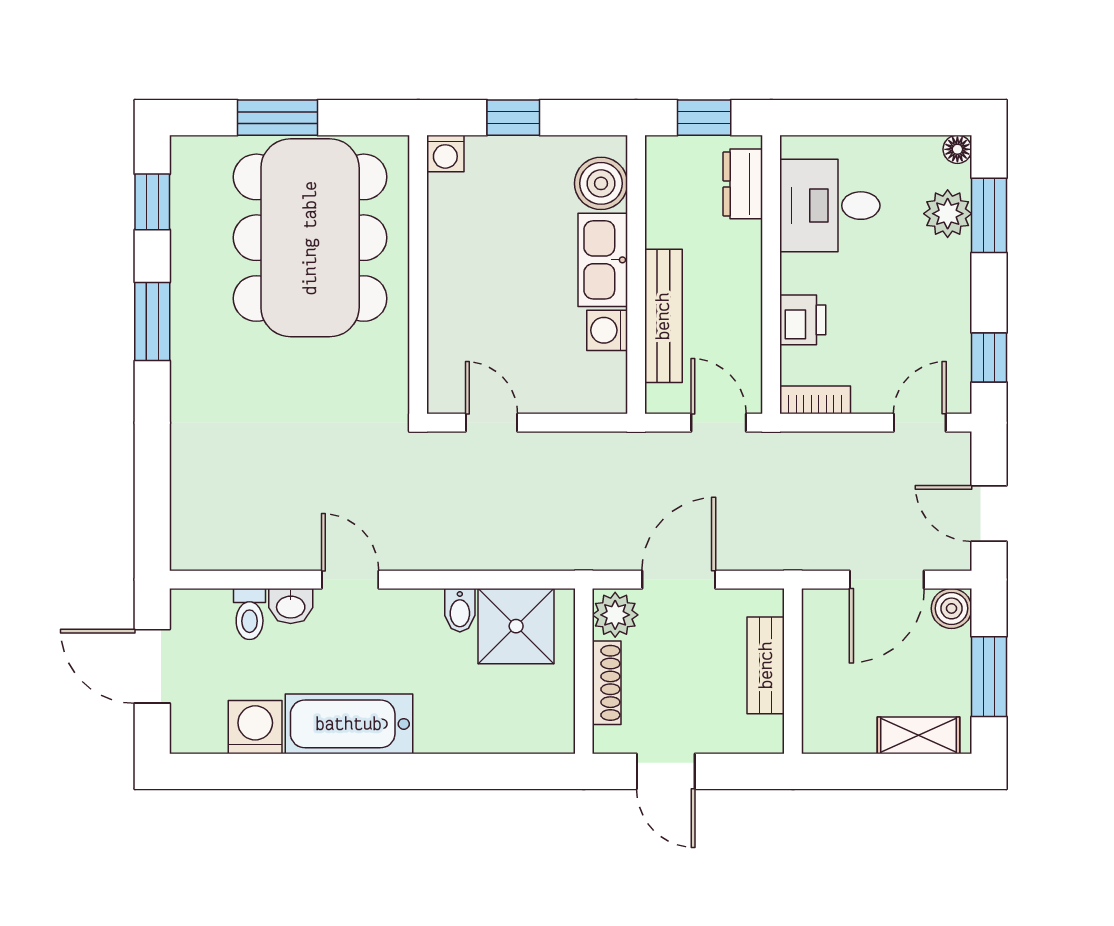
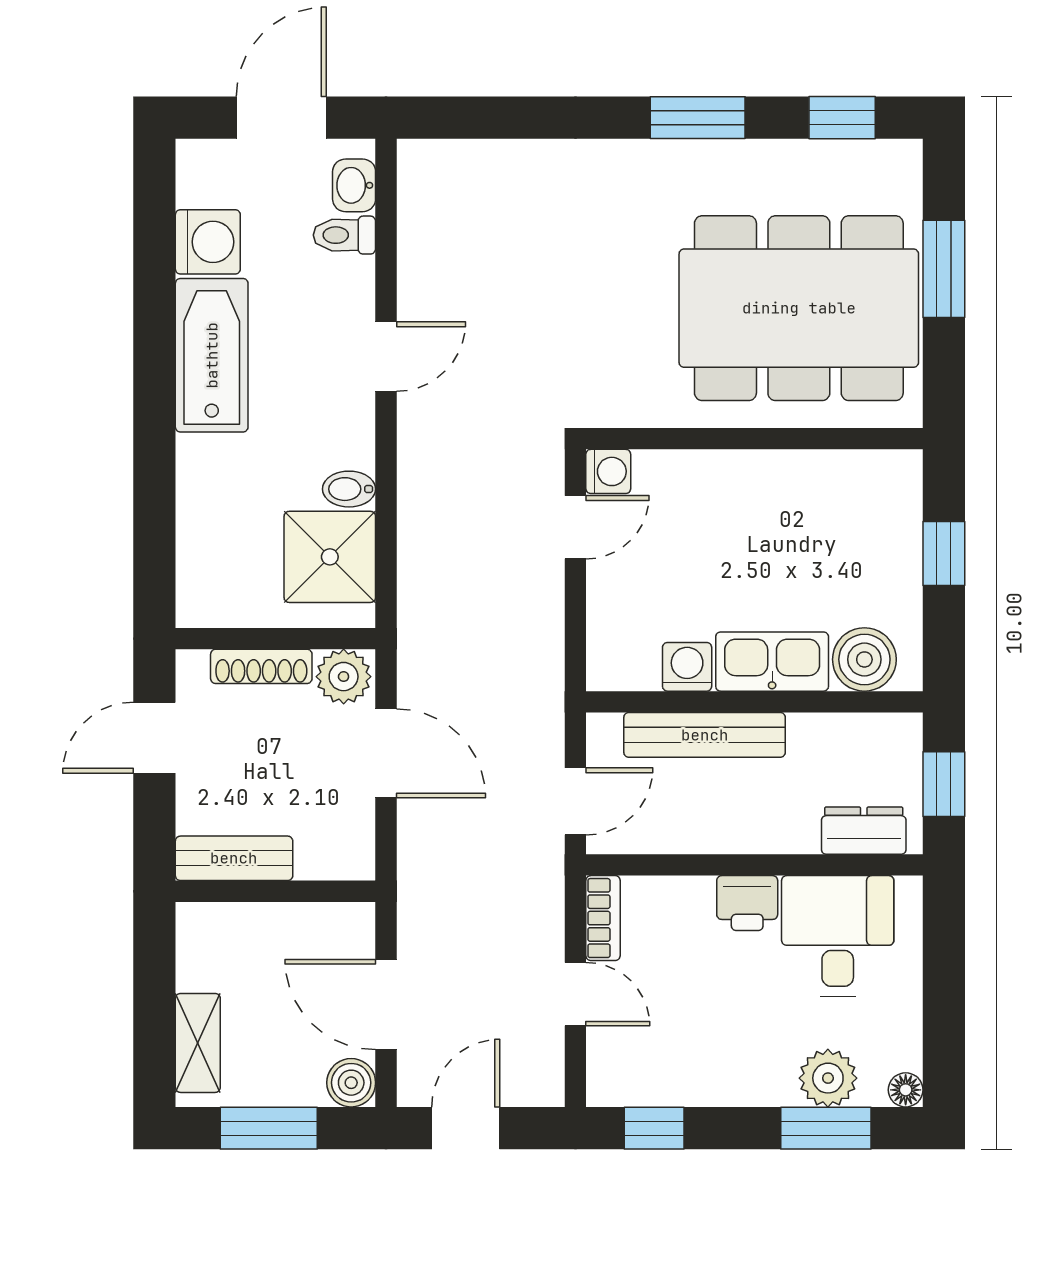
washing machine: (445, 154) -> (608, 471), moved, turned 180
printer: (803, 320) -> (747, 903), moved
door: (920, 423) -> (575, 994), moved
washbasin: (291, 606) -> (354, 185), moved
bench: (766, 665) -> (234, 858), moved

